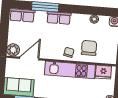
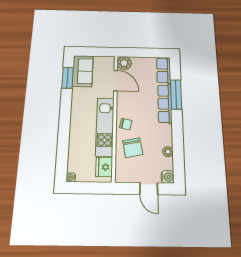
row of seats: (59, 18) -> (165, 104), width x1.48
chair: (89, 48) -> (133, 148), turned 79

